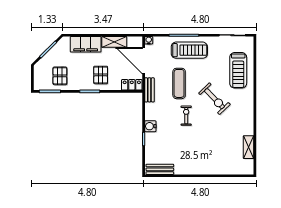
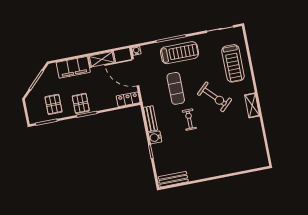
pallet: (101, 75) -> (81, 103), moved
bench: (149, 90) -> (150, 119), moved
shelving: (249, 147) -> (252, 105), moved

